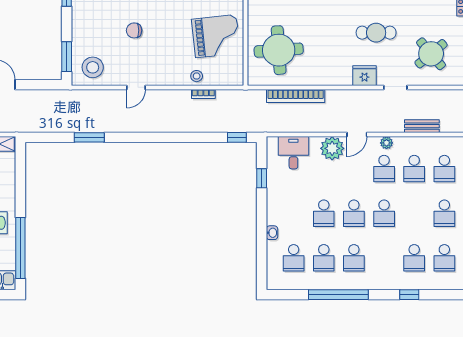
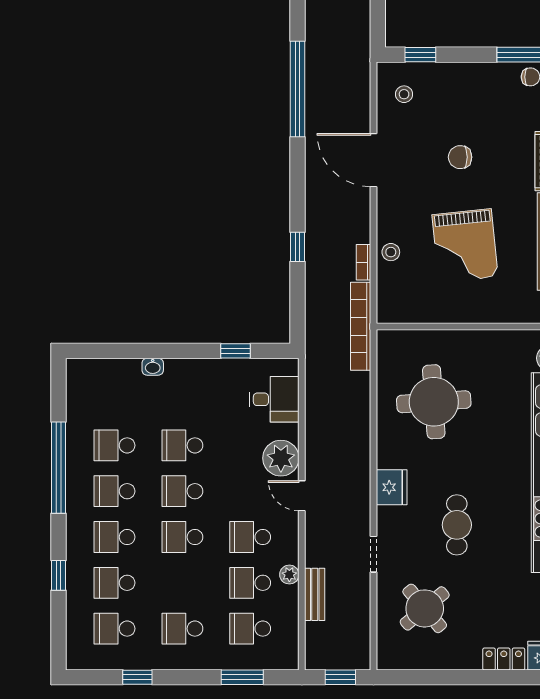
chair: (134, 30) -> (460, 157), turned -90
grand piano: (216, 36) -> (465, 246), moved
round table: (279, 50) -> (434, 402), moved
window: (67, 57) -> (420, 55), width x0.67
stool: (93, 67) -> (404, 94), width x0.53, depth x0.53
fridge: (364, 76) -> (392, 487), moved
door: (136, 87) -> (373, 160), width x1.88
bookcase: (296, 96) -> (361, 326), moved
window: (89, 137) -> (298, 89), width x2.11
window: (237, 137) -> (298, 247), moved
plant: (387, 143) -> (289, 575), moved
school desk: (294, 258) -> (115, 537), moved

